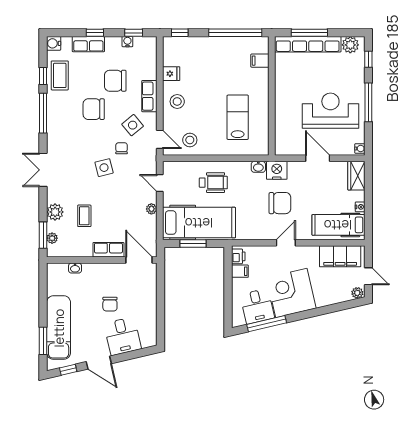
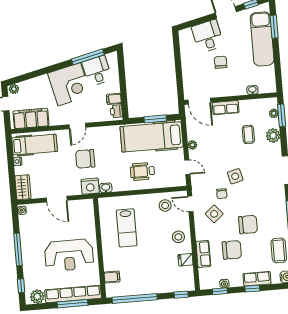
row of seats: (149, 96) -> (203, 254), moved
reception desk: (330, 111) -> (69, 255), moved

